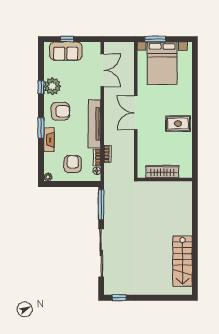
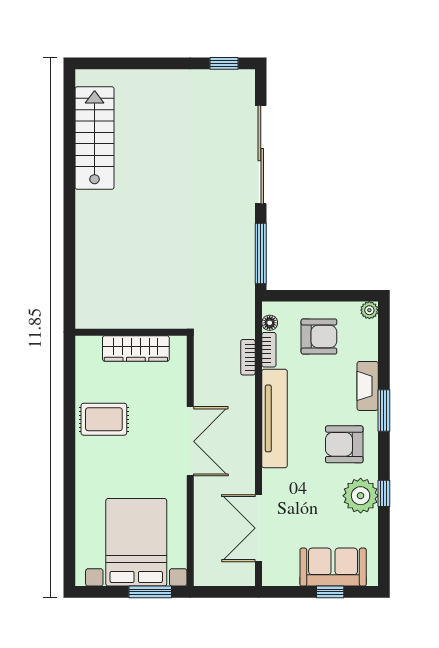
armchair: (73, 164) -> (319, 336), turned -90
wardrobe: (162, 172) -> (136, 348), moved
wall: (165, 180) -> (131, 332), moved

